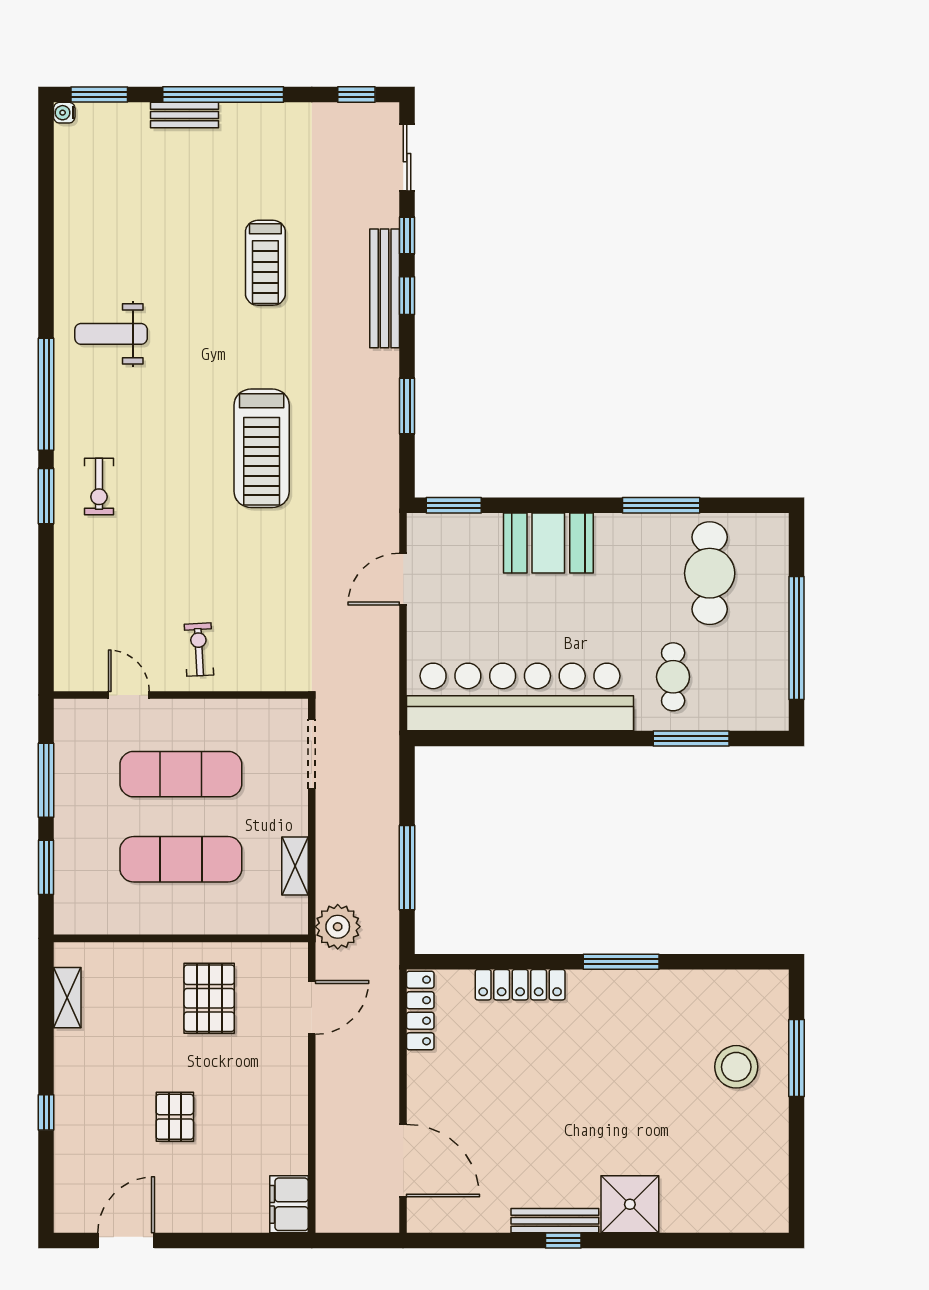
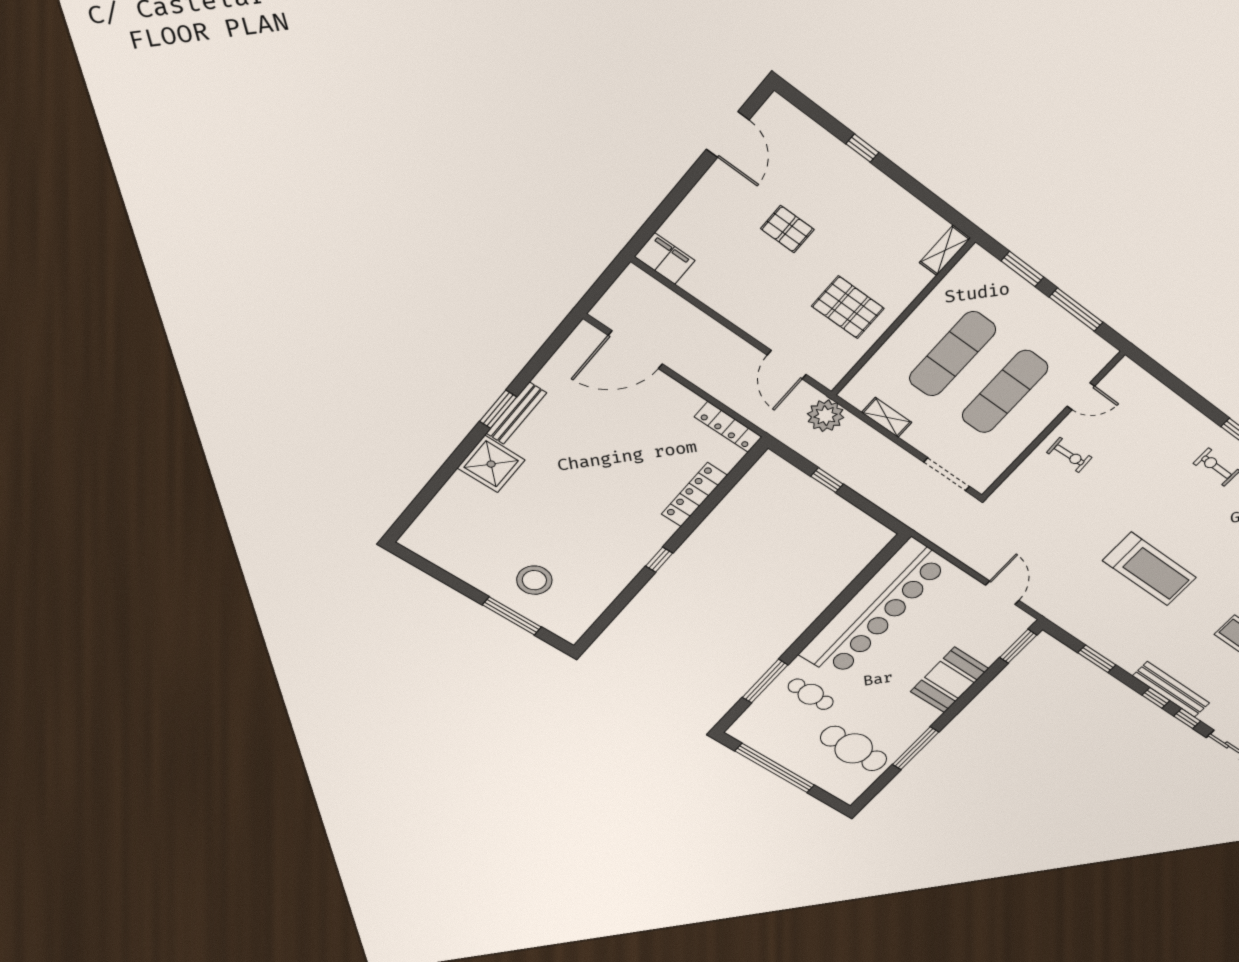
treadmill: (262, 448) -> (1150, 569), turned 180
window: (407, 868) -> (827, 480), width x0.46
window: (621, 962) -> (659, 560), width x0.46
shelving: (67, 998) -> (945, 250), moved, turned 90
window: (563, 1241) -> (498, 409), width x1.50

